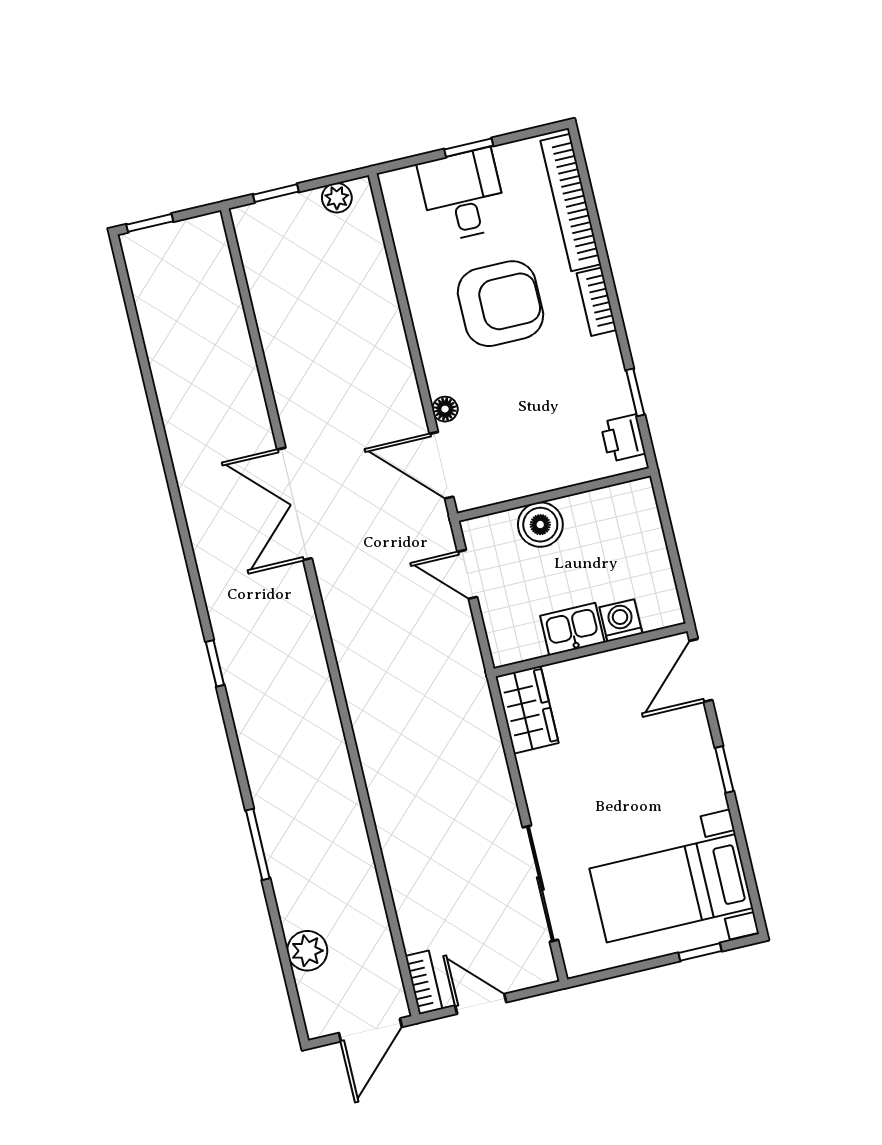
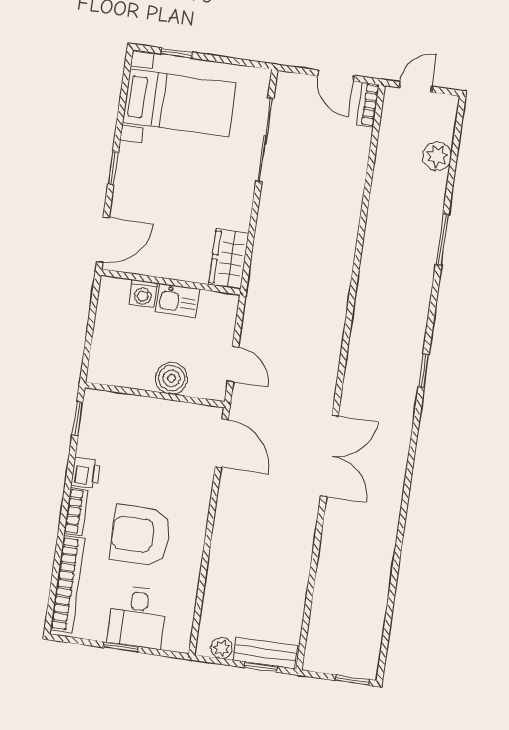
bench: (278, 214) -> (265, 653), added
window: (635, 392) -> (77, 418), moved
floor lamp: (445, 409) -> (205, 480), removed
printer: (623, 438) -> (86, 473), moved
door: (370, 1030) -> (416, 87), width x0.73

